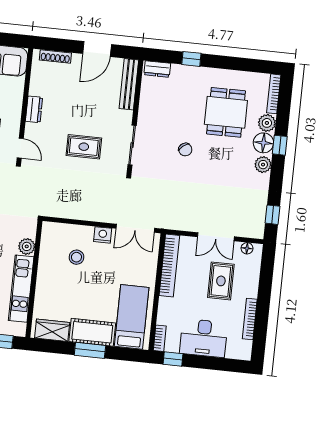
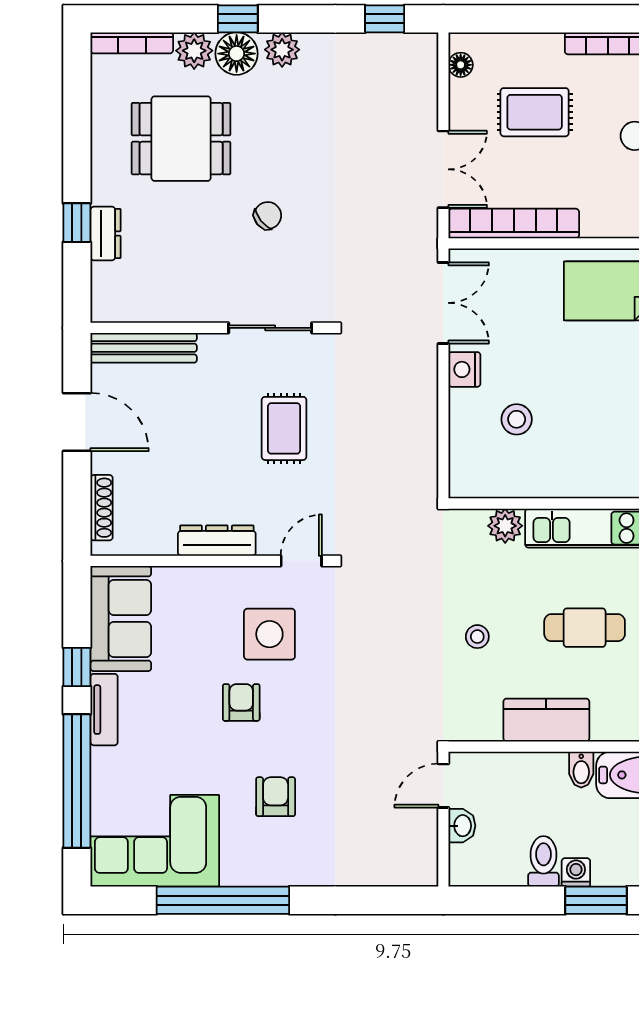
dresser: (157, 69) -> (106, 234), moved
dresser: (34, 109) -> (217, 541), width x1.44
double door: (216, 237) -> (443, 169), moved

